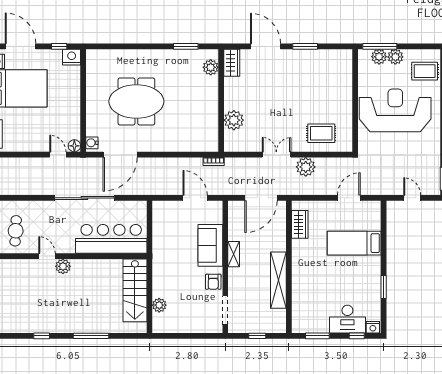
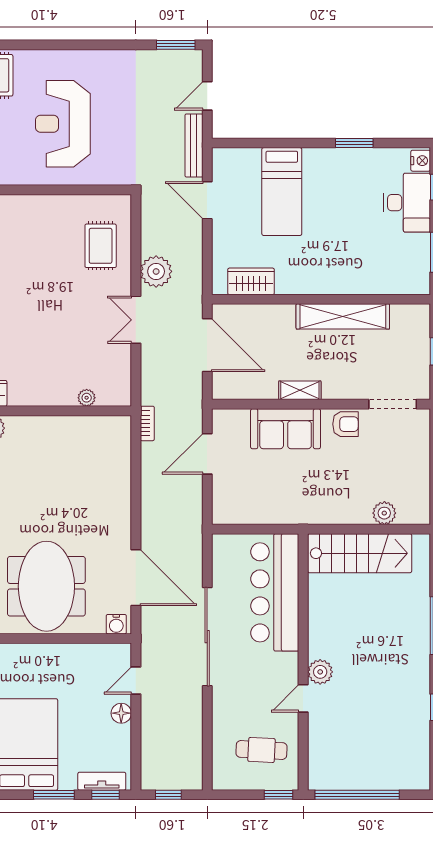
meeting table: (136, 101) -> (46, 586), moved
reception desk: (395, 110) -> (63, 124), width x0.74, depth x0.77
plant: (234, 120) -> (87, 398), width x0.53, depth x0.53
floor lamp: (74, 146) -> (121, 713), moved
bench: (382, 190) -> (194, 145), added

